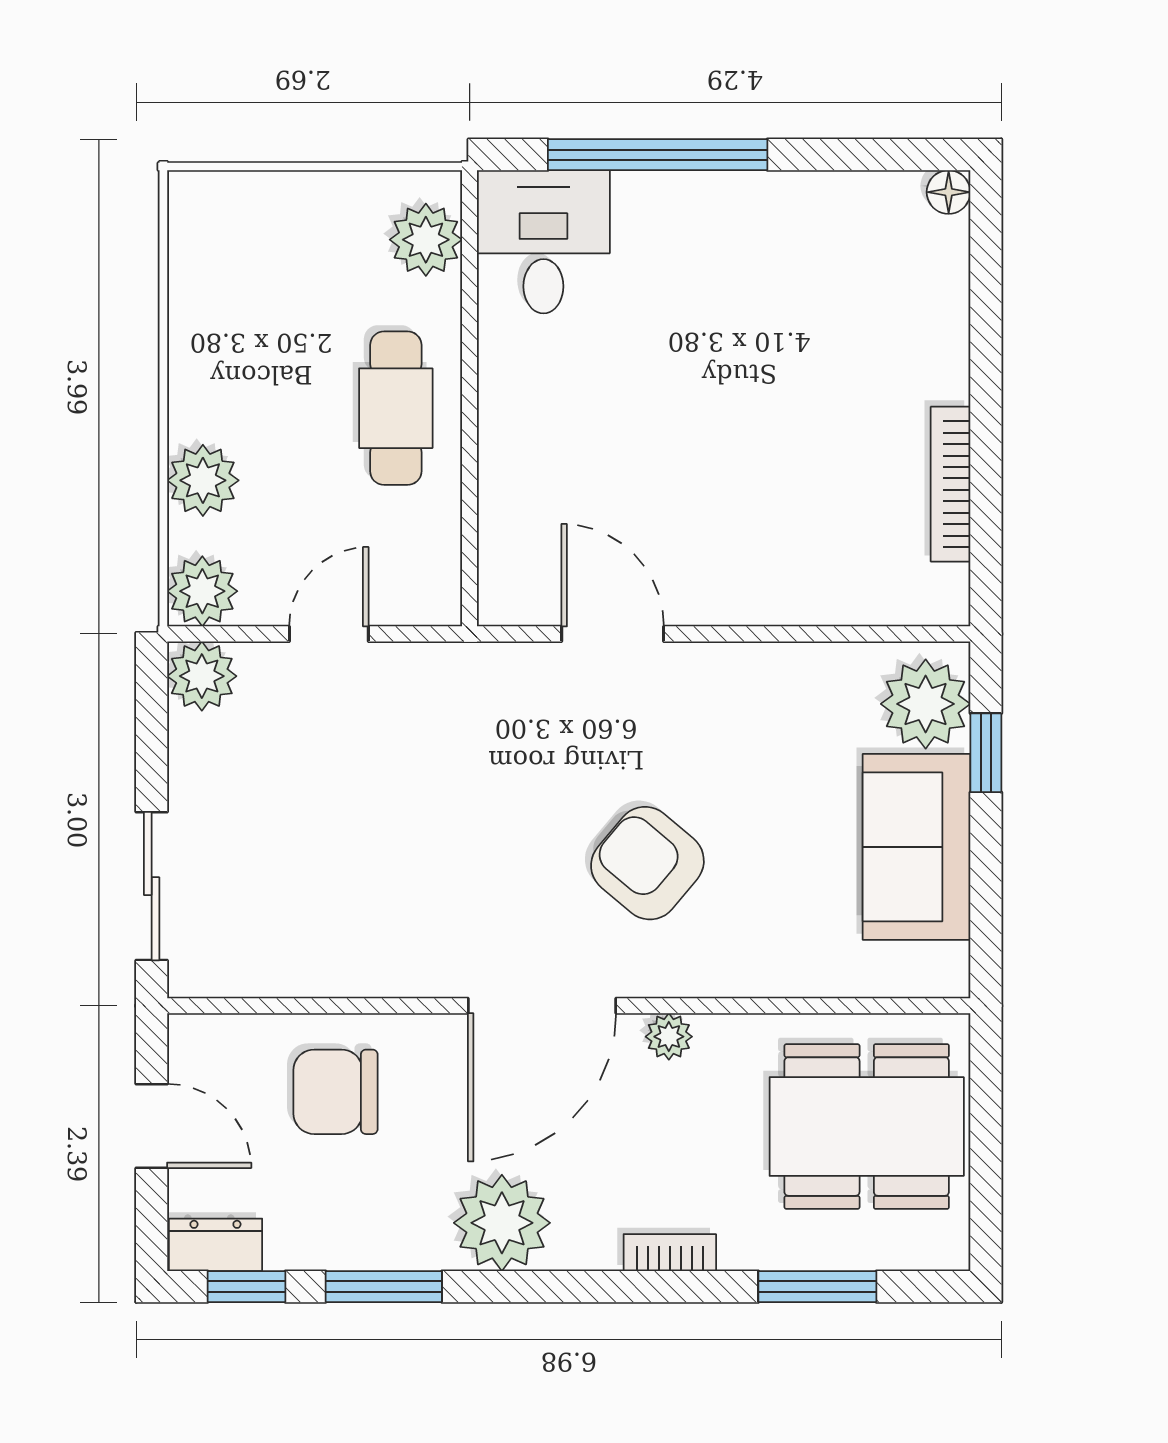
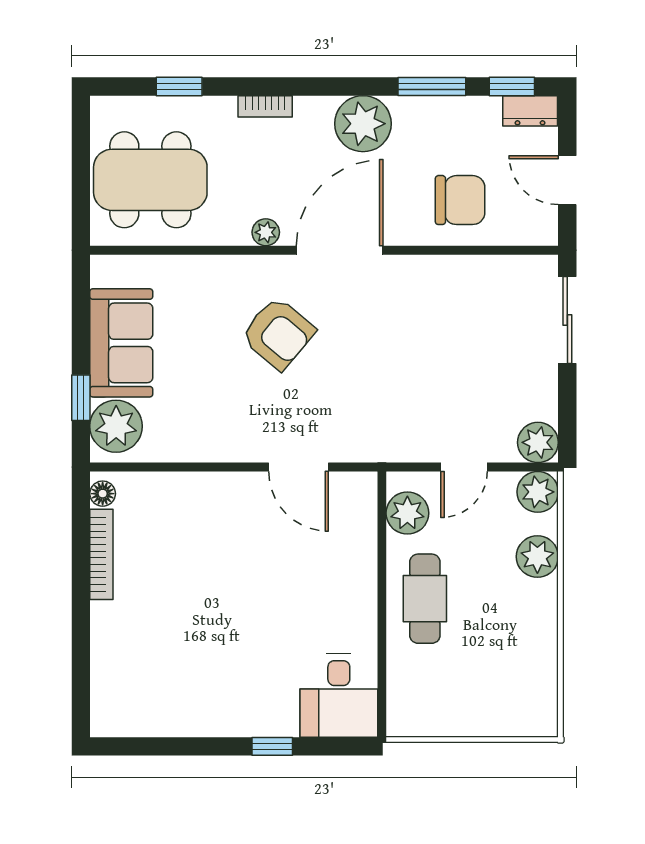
window: (658, 155) -> (272, 746), width x0.32
floor lamp: (949, 192) -> (103, 494), moved
plant: (426, 240) -> (407, 513), moved
window: (817, 1287) -> (179, 87), width x0.67

